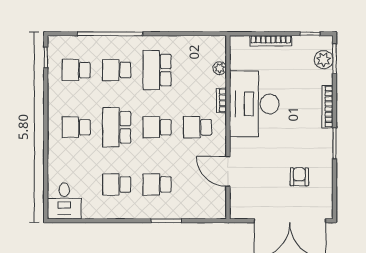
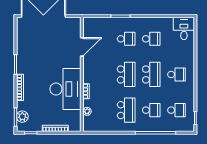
school desk: (157, 127) -> (126, 74), width x1.85
school desk: (198, 127) -> (101, 74), removed
door: (228, 171) -> (82, 47), hinge flipped
armchair: (299, 177) -> (37, 44), removed

